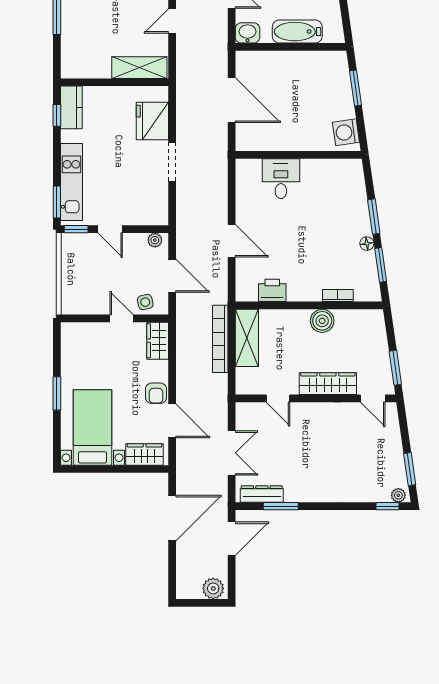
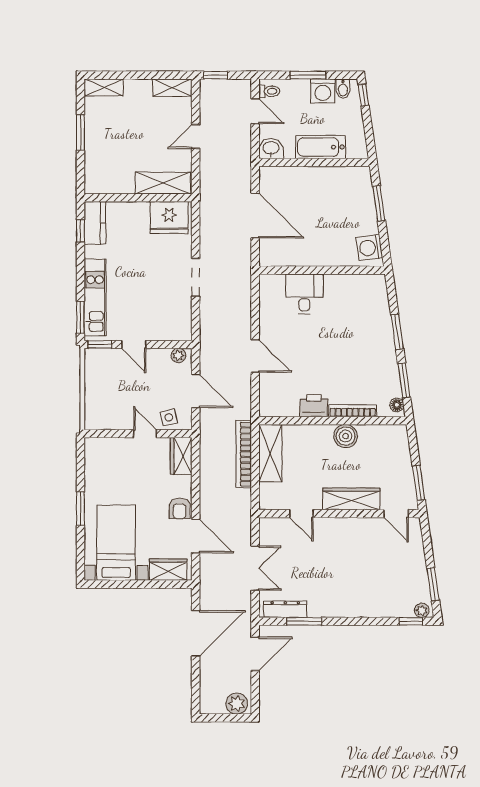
fridge: (152, 121) -> (169, 217), moved, turned -90
floor lamp: (367, 244) -> (397, 405), moved
printer: (272, 290) -> (314, 406), moved
bookcase: (338, 296) -> (353, 411), width x1.56

